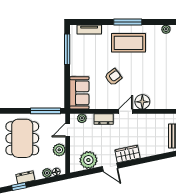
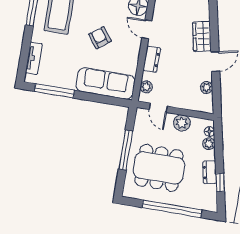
sofa: (79, 93) -> (105, 83), width x1.36
window: (46, 111) -> (126, 150), moved
plant: (88, 160) -> (207, 87), width x0.53, depth x0.53

